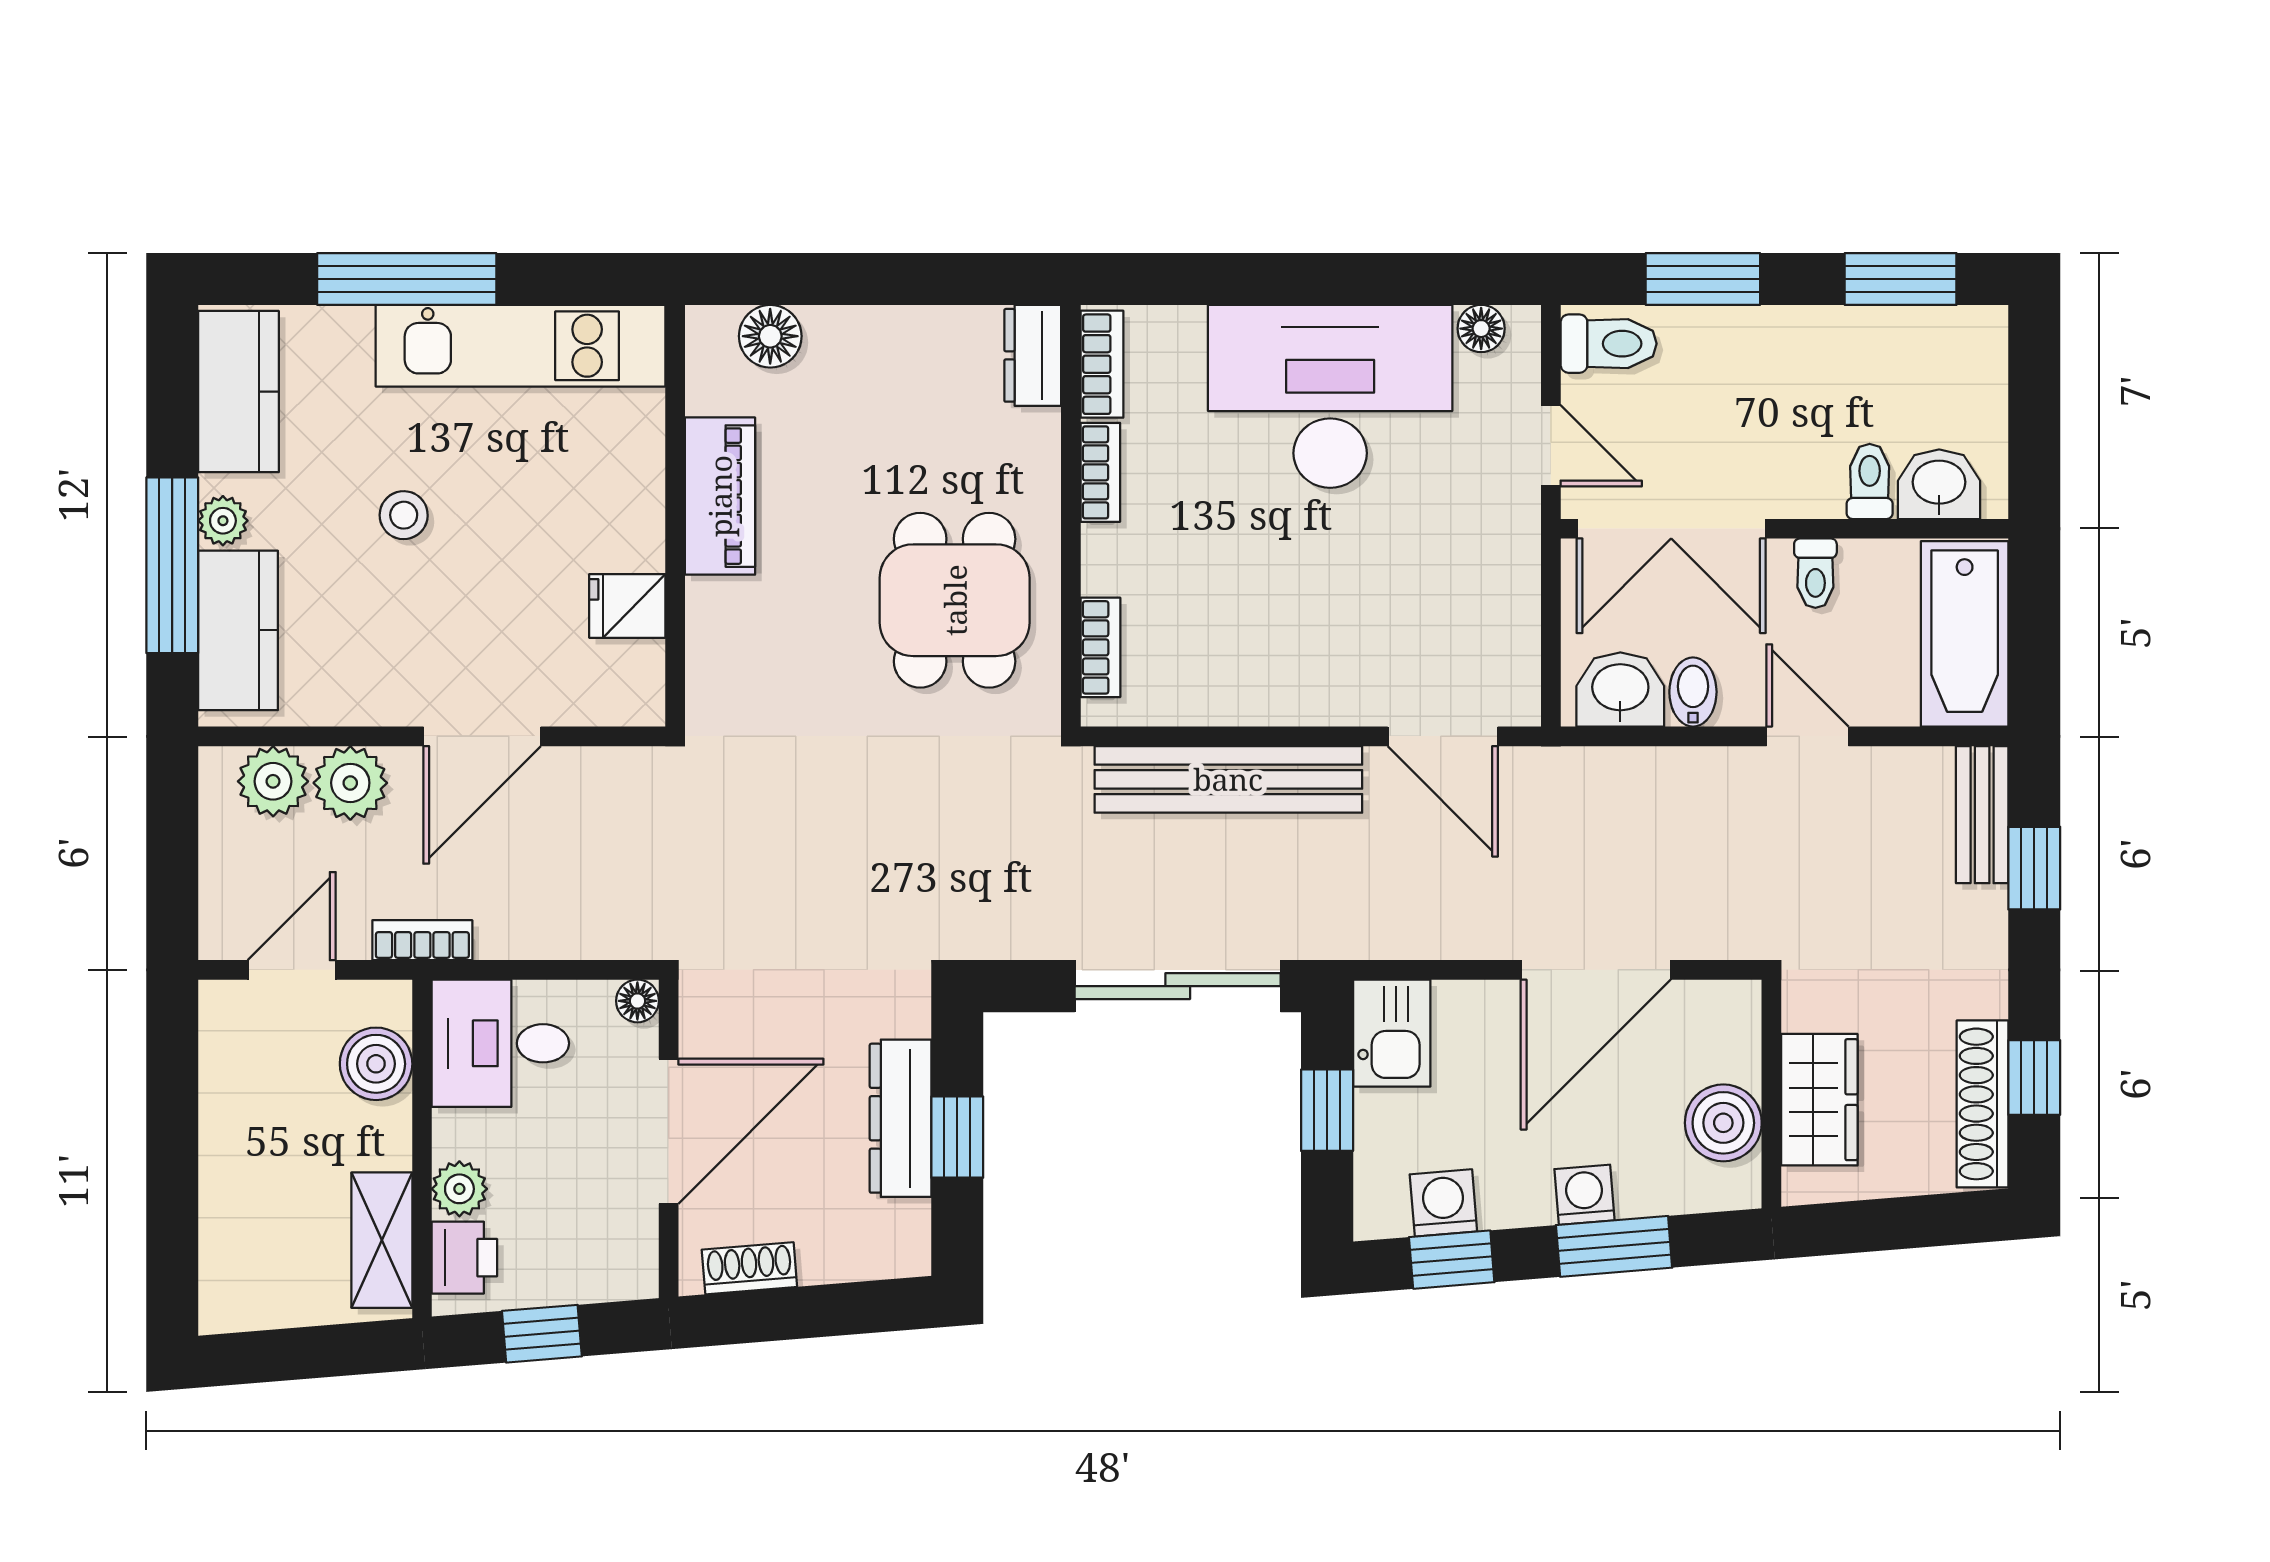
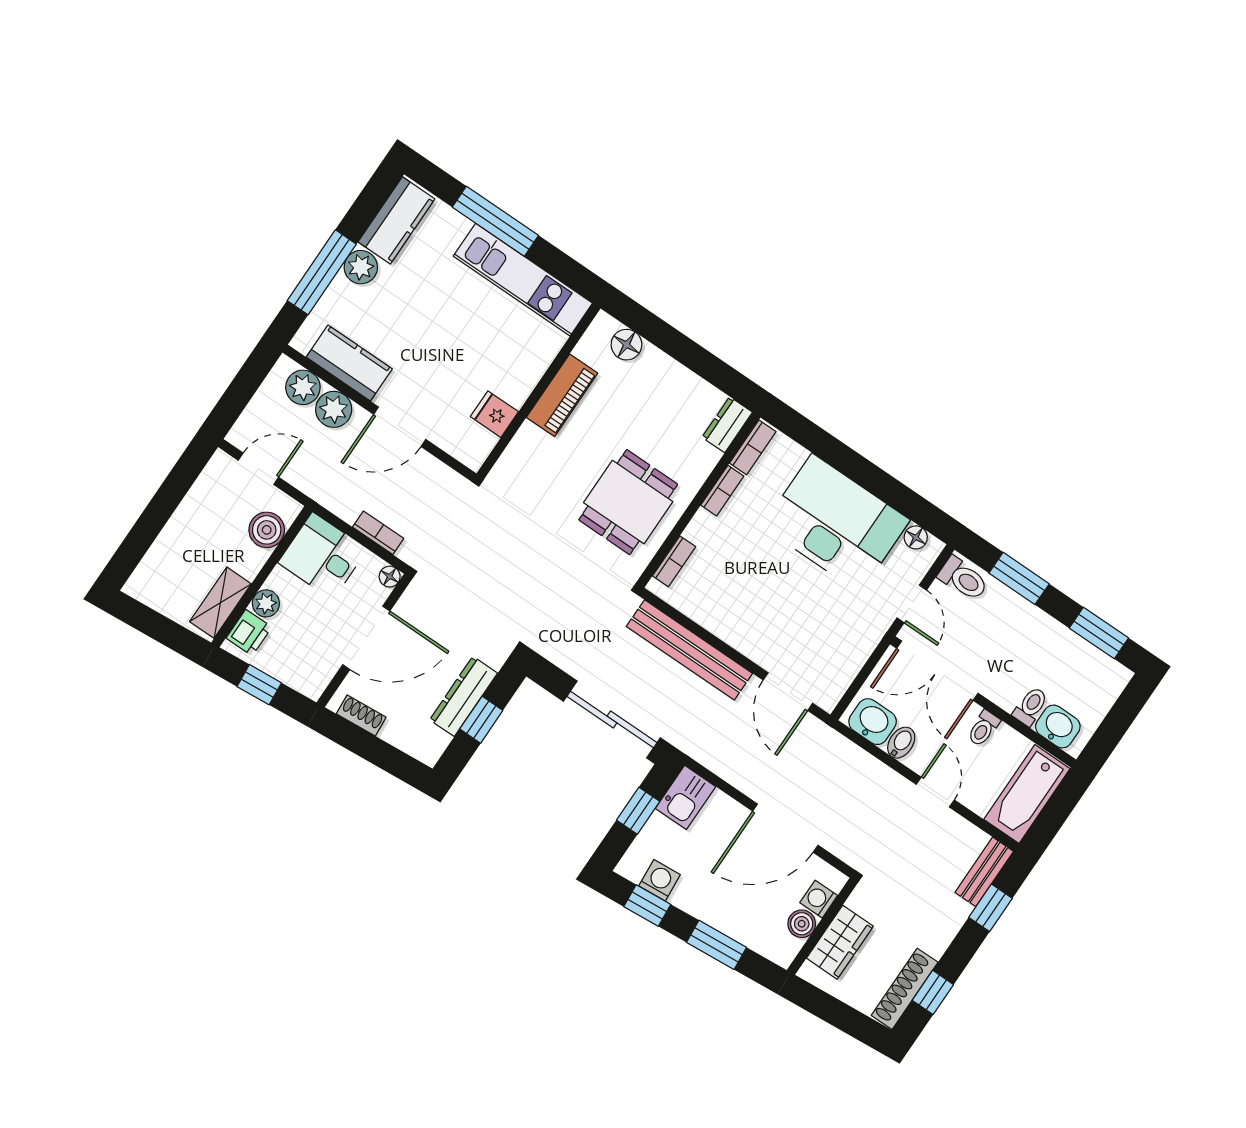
stool: (404, 515) -> (429, 316), removed
plant: (223, 521) -> (361, 267), width x1.38, depth x1.38
kitchen counter: (238, 630) -> (349, 363), moved, turned -90
bookcase: (422, 940) -> (378, 533), moved
boiler: (1723, 1123) -> (802, 924), width x0.73, depth x0.73
washing machine: (1584, 1195) -> (819, 899), moved, turned -85

